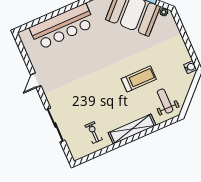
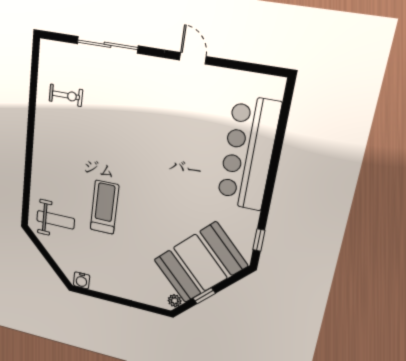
treadmill: (139, 79) -> (104, 207), turned 180
shelving: (132, 129) -> (42, 152), removed

